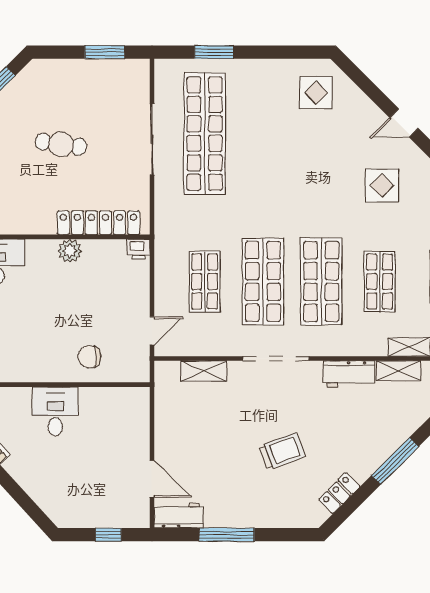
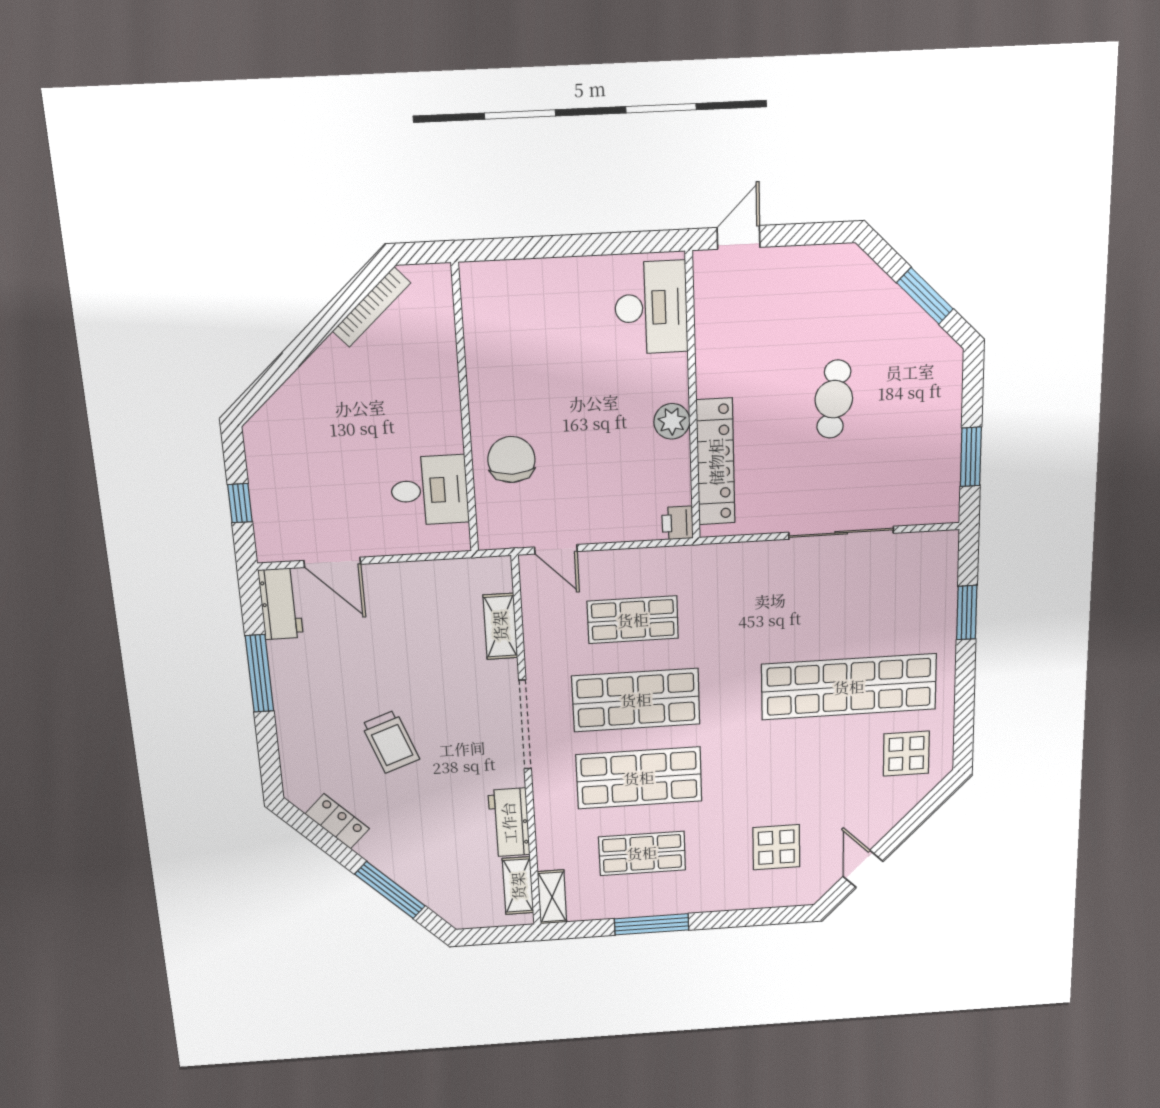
shop shelf: (205, 134) -> (849, 687), moved
chair: (89, 357) -> (511, 460), width x1.37, depth x1.37
desk: (55, 411) -> (429, 490), moved
door: (152, 479) -> (332, 562), hinge flipped

